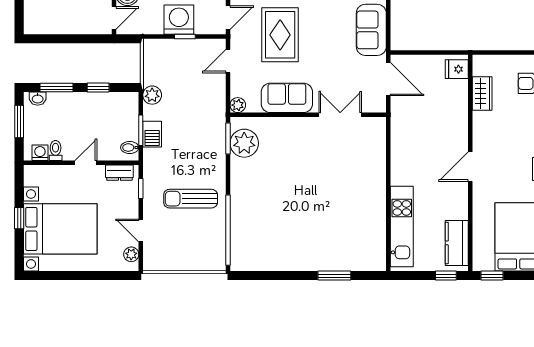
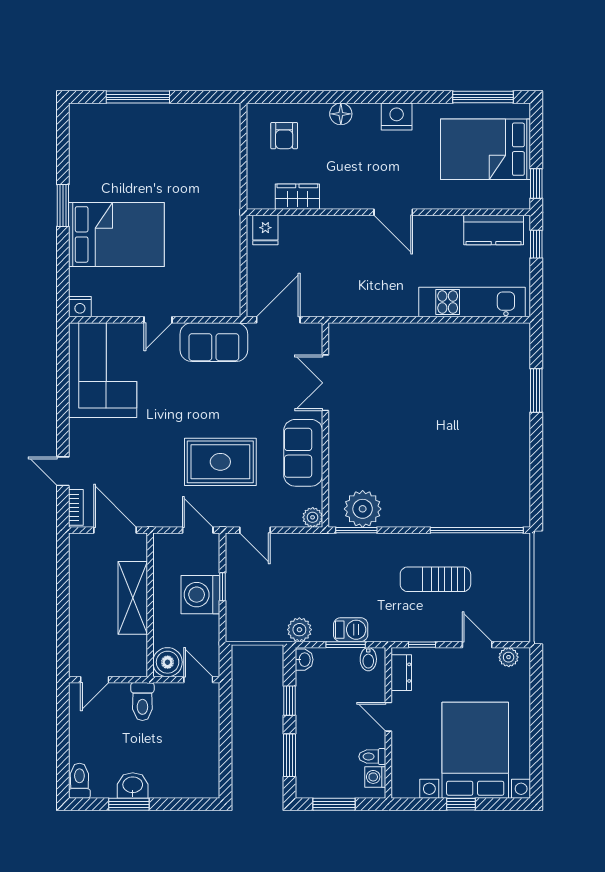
washbasin: (38, 99) -> (304, 660), moved
sun lounger: (191, 199) -> (435, 579), turned 90
door: (141, 230) -> (477, 645), swing flipped

